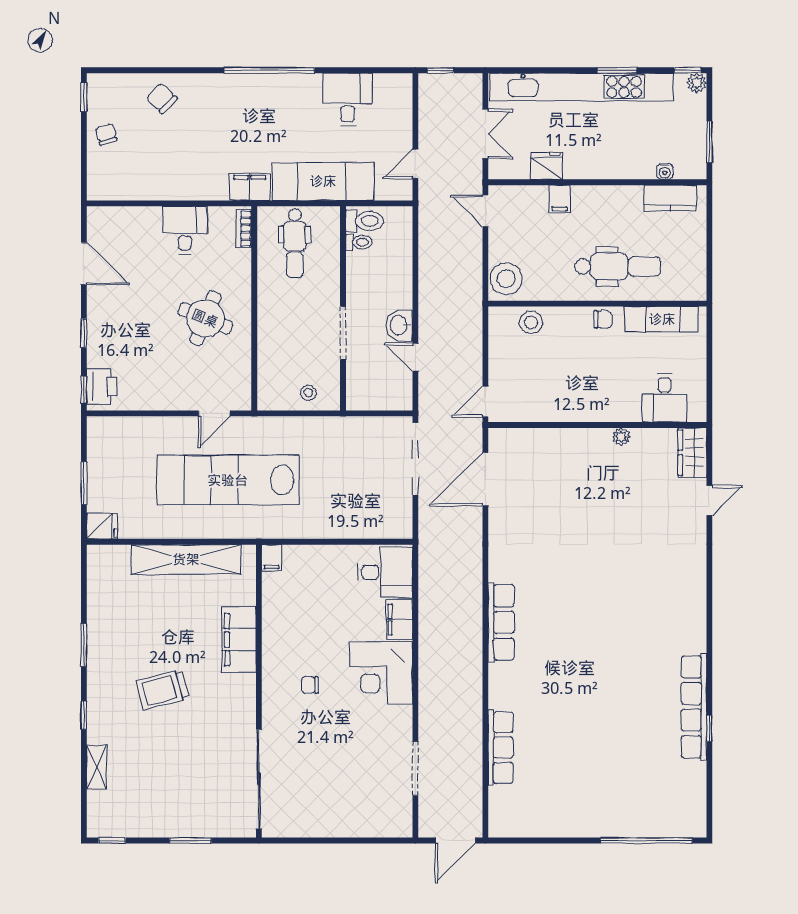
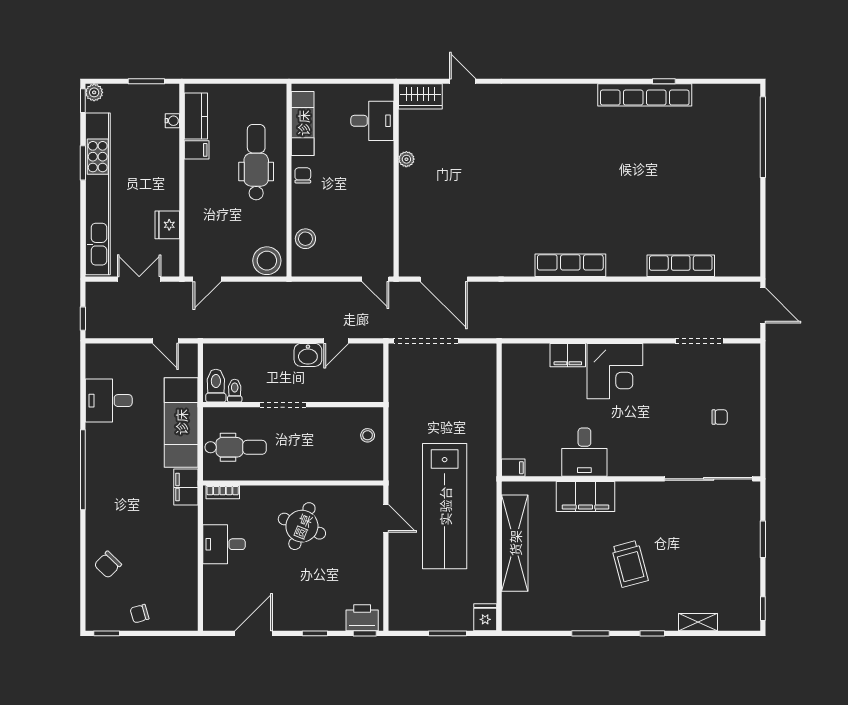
filing cabinet: (559, 199) -> (197, 150), moved
doorway: (343, 333) -> (283, 405), moved
desk: (385, 572) -> (584, 452), moved, turned 180
chair: (310, 685) -> (720, 417), moved, turned -90

